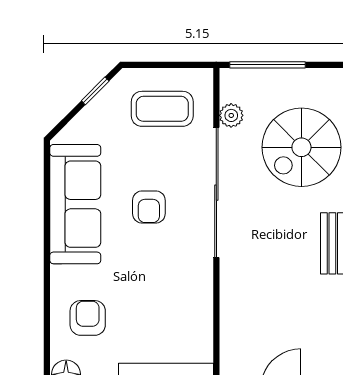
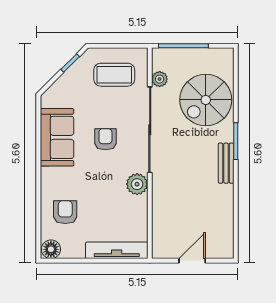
sofa: (75, 204) -> (57, 137), width x0.73
armchair: (149, 207) -> (105, 139), turned 180
plant: (197, 275) -> (137, 184), added

